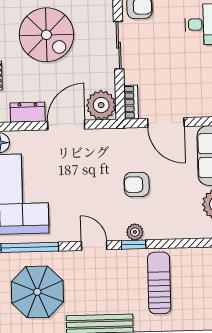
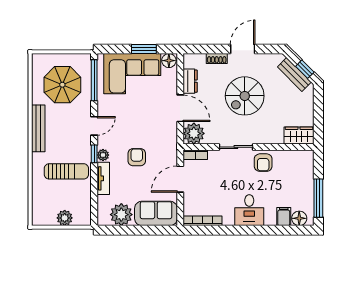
tv unit: (168, 231) -> (103, 178), added

